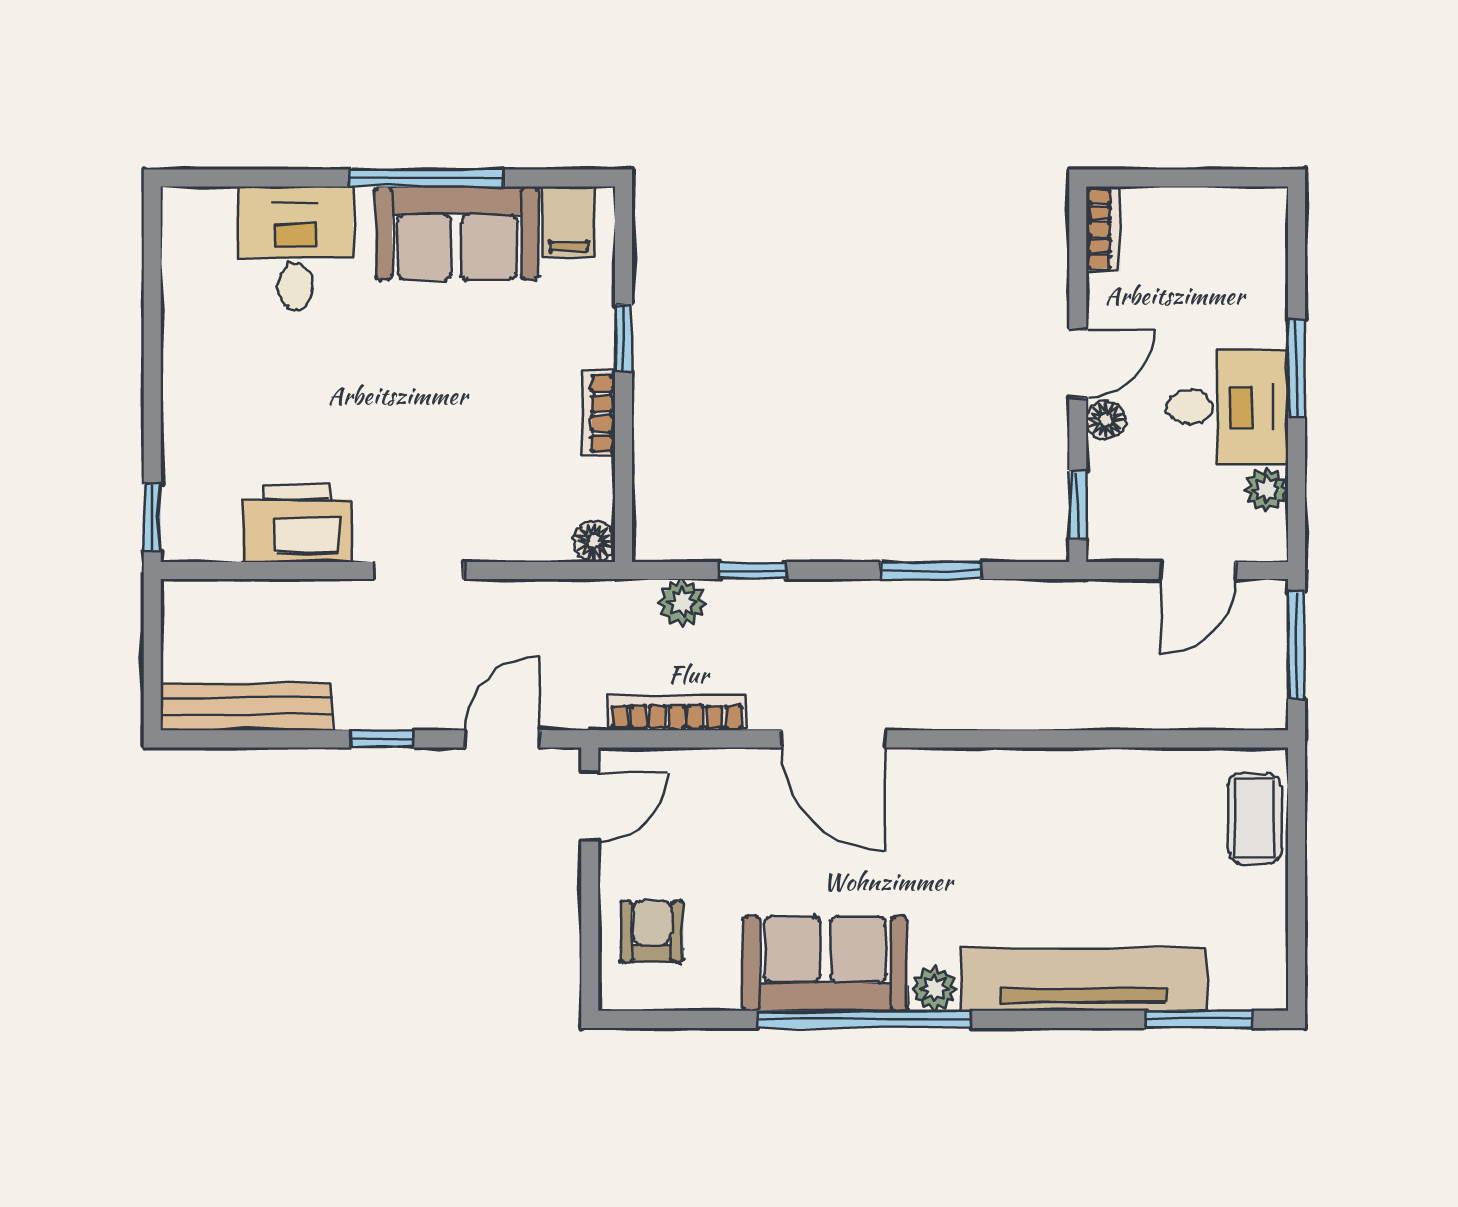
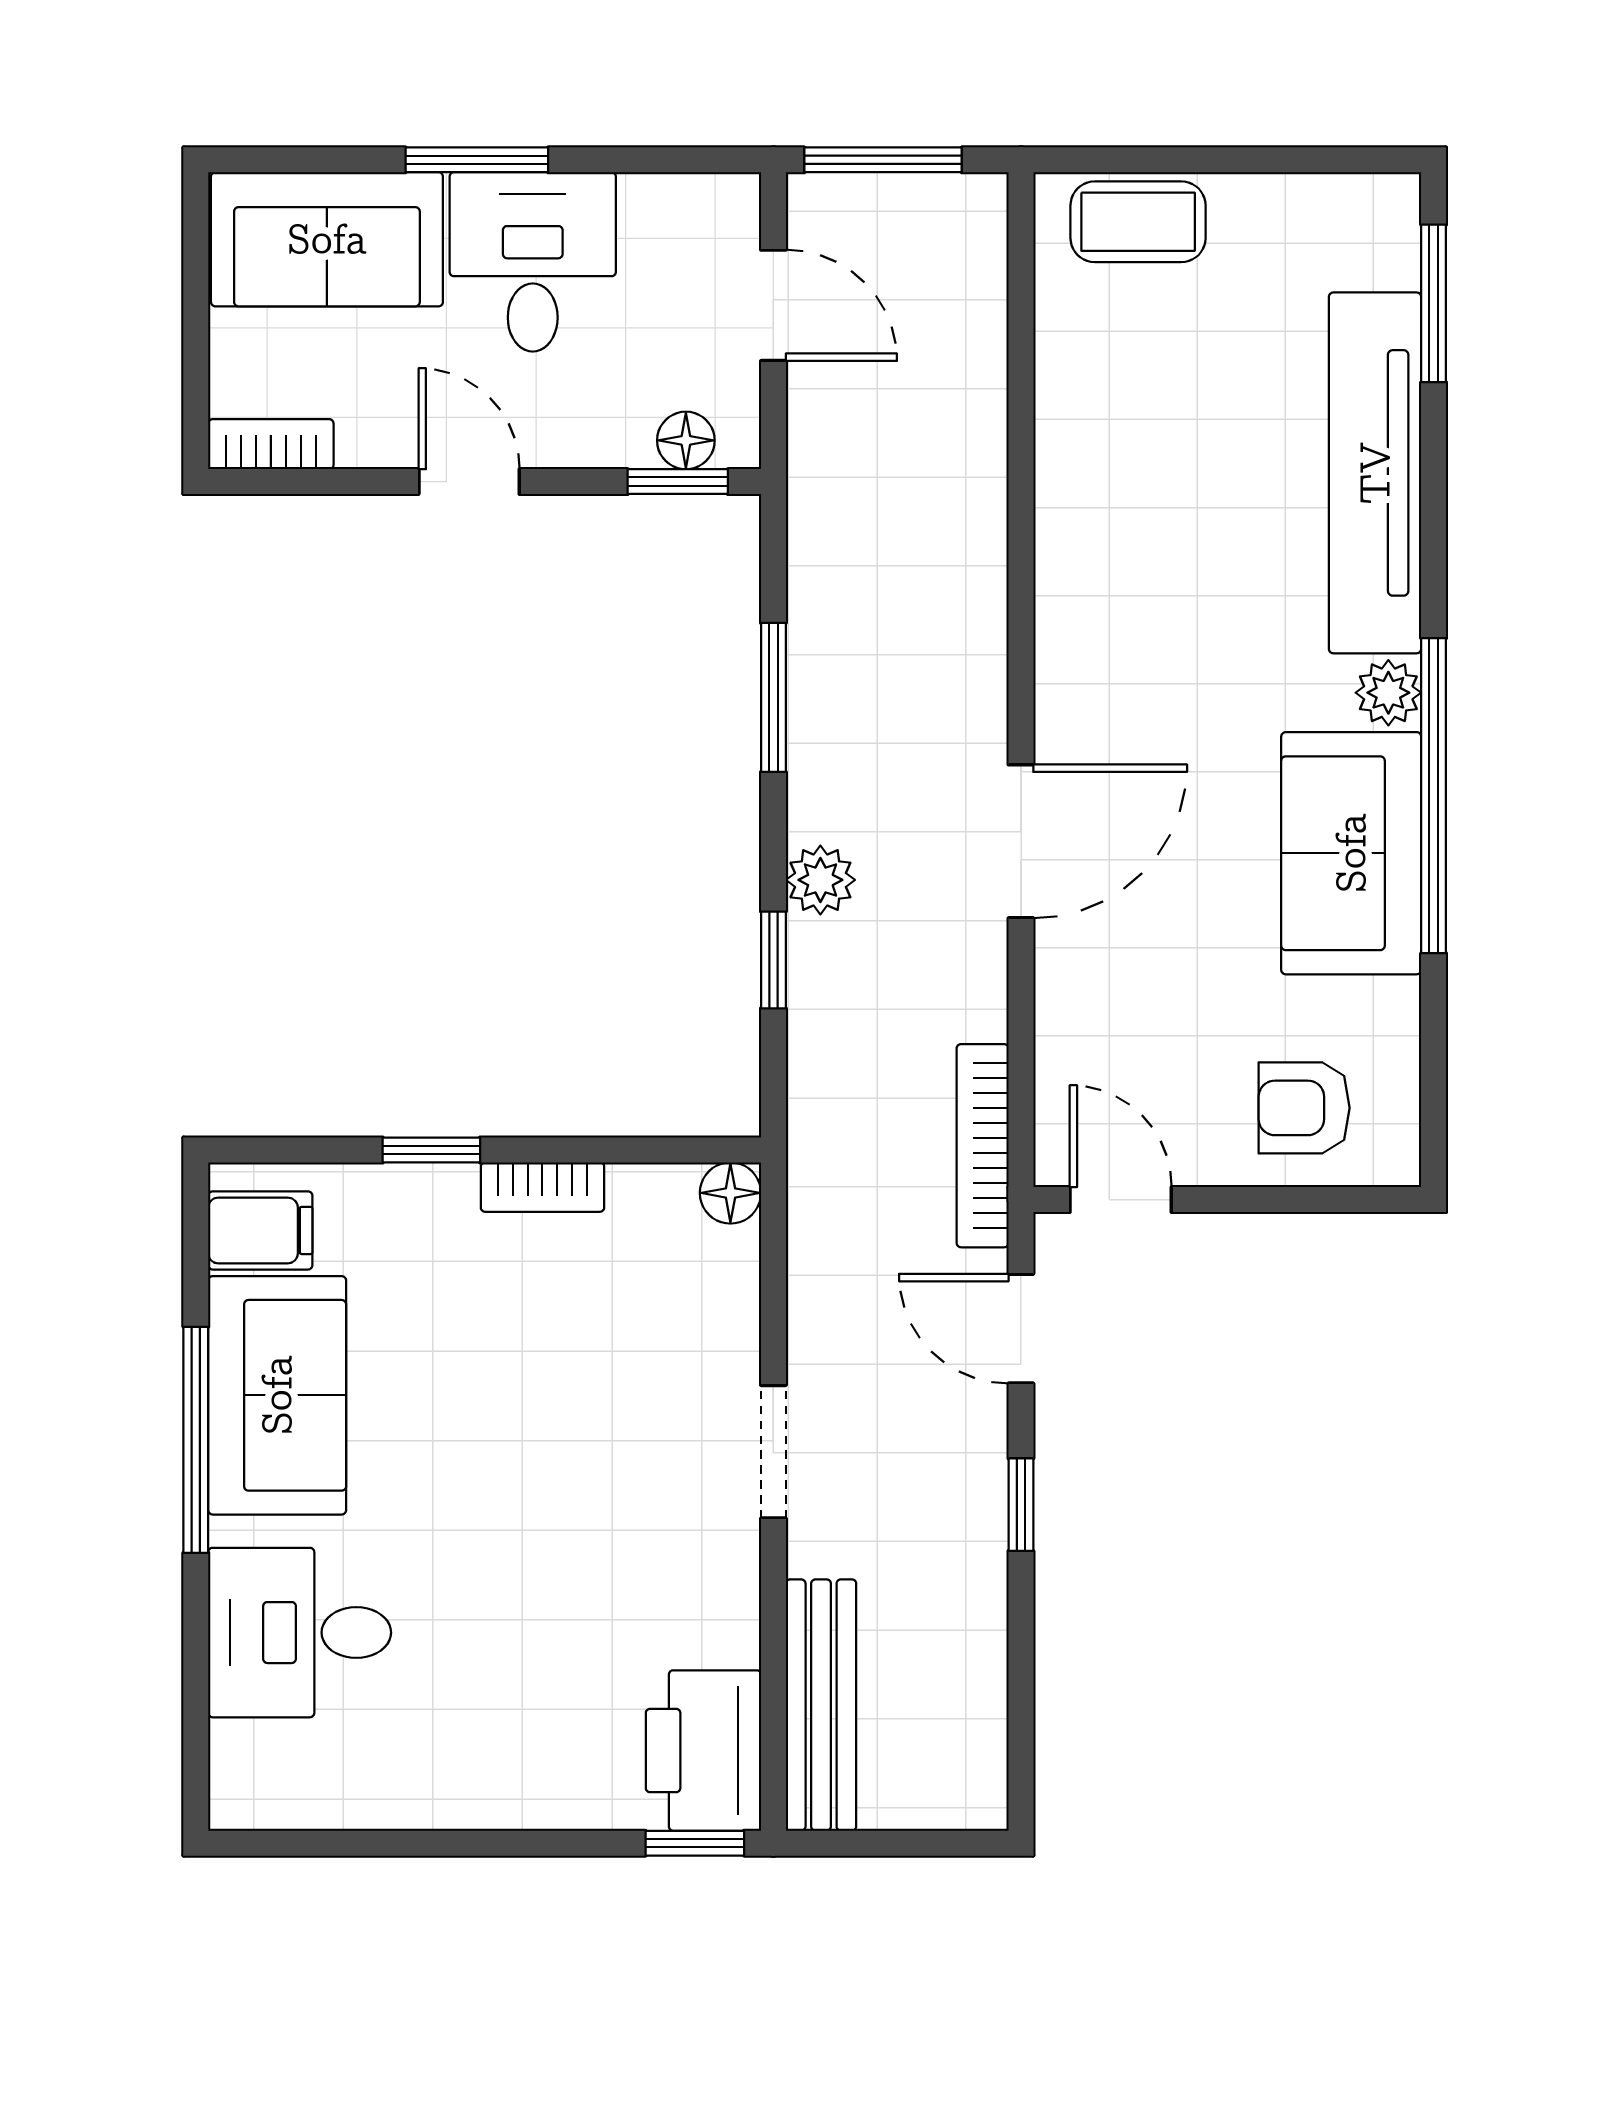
sofa: (1243, 267) -> (327, 239), added
floor lamp: (1106, 420) -> (686, 440), moved
plant: (1266, 490) -> (654, 204), removed
printer: (297, 523) -> (703, 1751), moved
plant: (682, 603) -> (820, 880), moved
bench: (246, 707) -> (821, 1705), moved
bookcase: (677, 713) -> (983, 1146), moved

